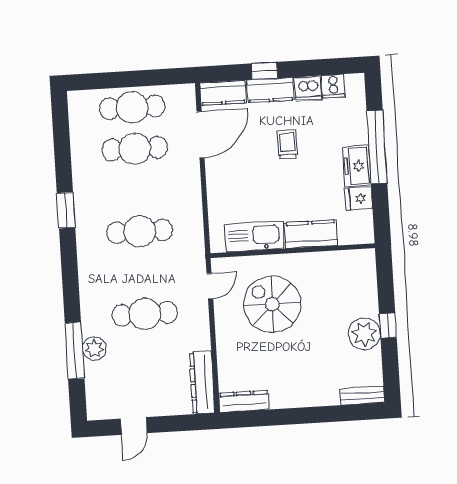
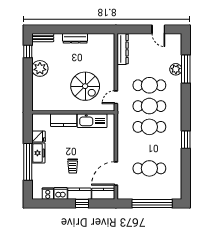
window: (125, 79) -> (152, 204), added
cafe table: (132, 107) -> (149, 106), moved
window: (388, 326) -> (28, 51), moved
dresser: (244, 401) -> (75, 38), moved
door: (134, 426) -> (158, 29), swing flipped

